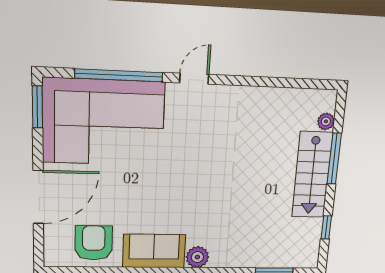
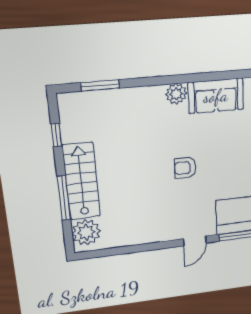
plant: (326, 121) -> (86, 232), width x1.88, depth x1.88
armchair: (196, 175) -> (185, 168), added

